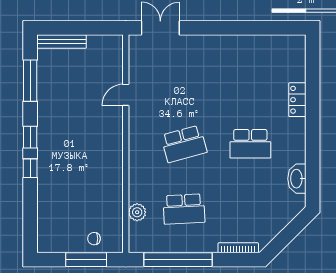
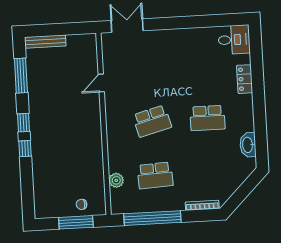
desk: (287, 52) -> (234, 40), added

